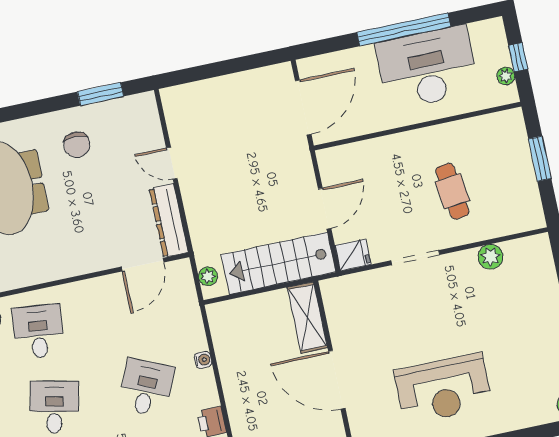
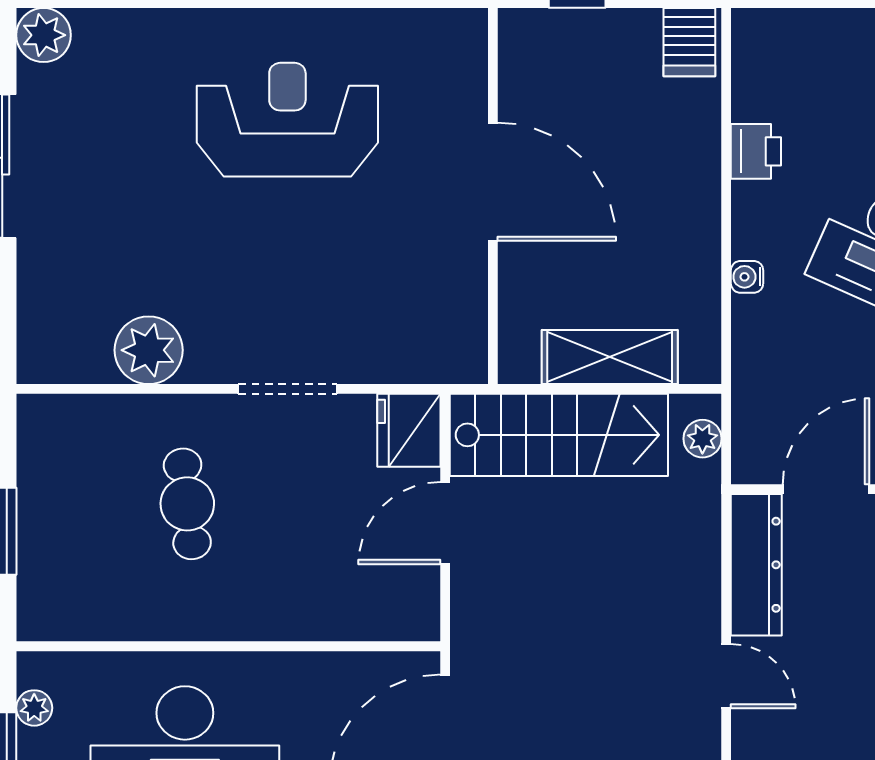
fridge: (353, 255) -> (409, 430), width x1.38
plant: (491, 257) -> (149, 350), width x1.36, depth x1.36
shelving: (307, 318) -> (610, 357), moved, turned 90

